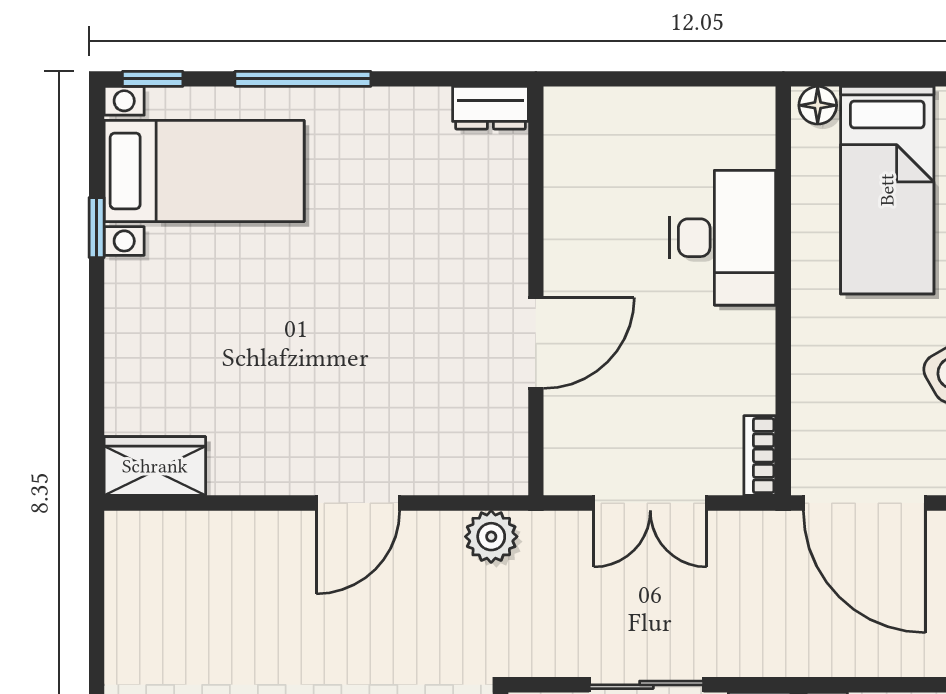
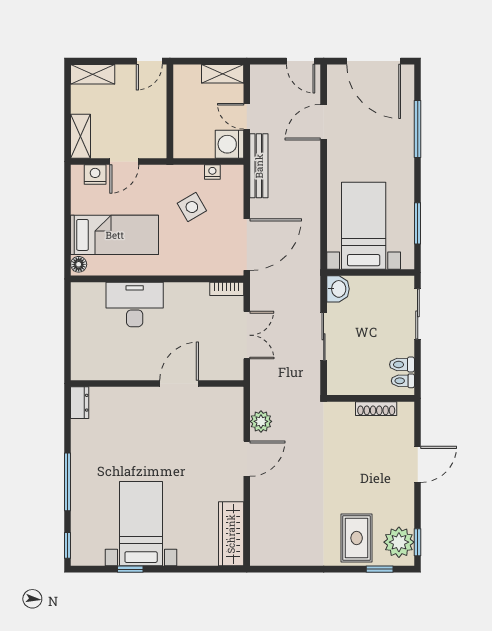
bed with nightstands: (204, 171) -> (141, 524), moved
door: (536, 343) -> (179, 383), hinge flipped
wardrobe: (155, 466) -> (231, 534), width x1.50
door: (358, 503) -> (247, 459), hinge flipped
plant: (491, 537) -> (261, 421), moved

